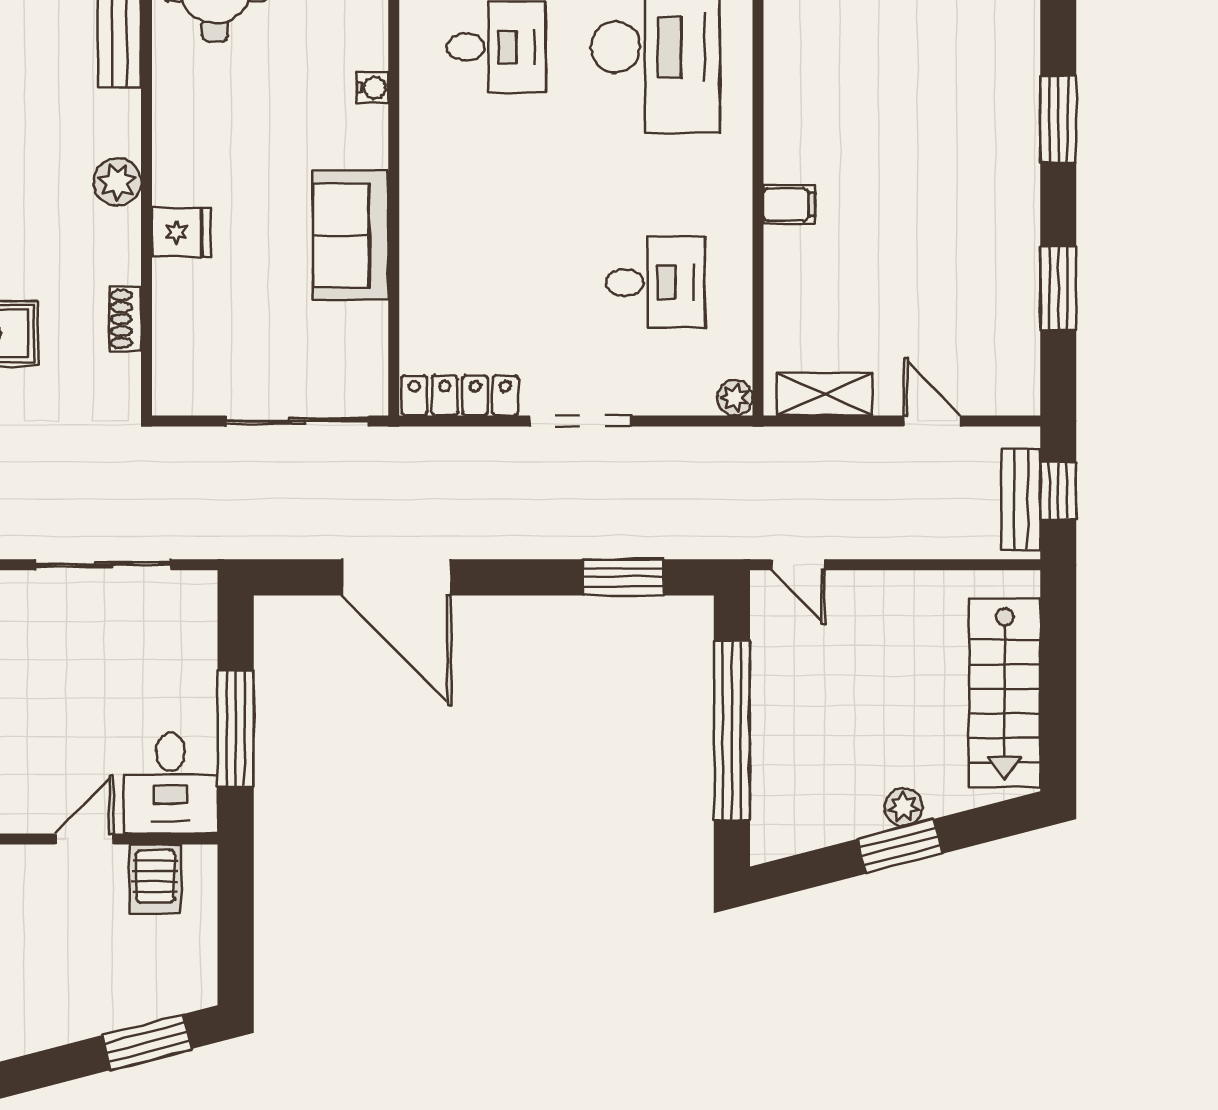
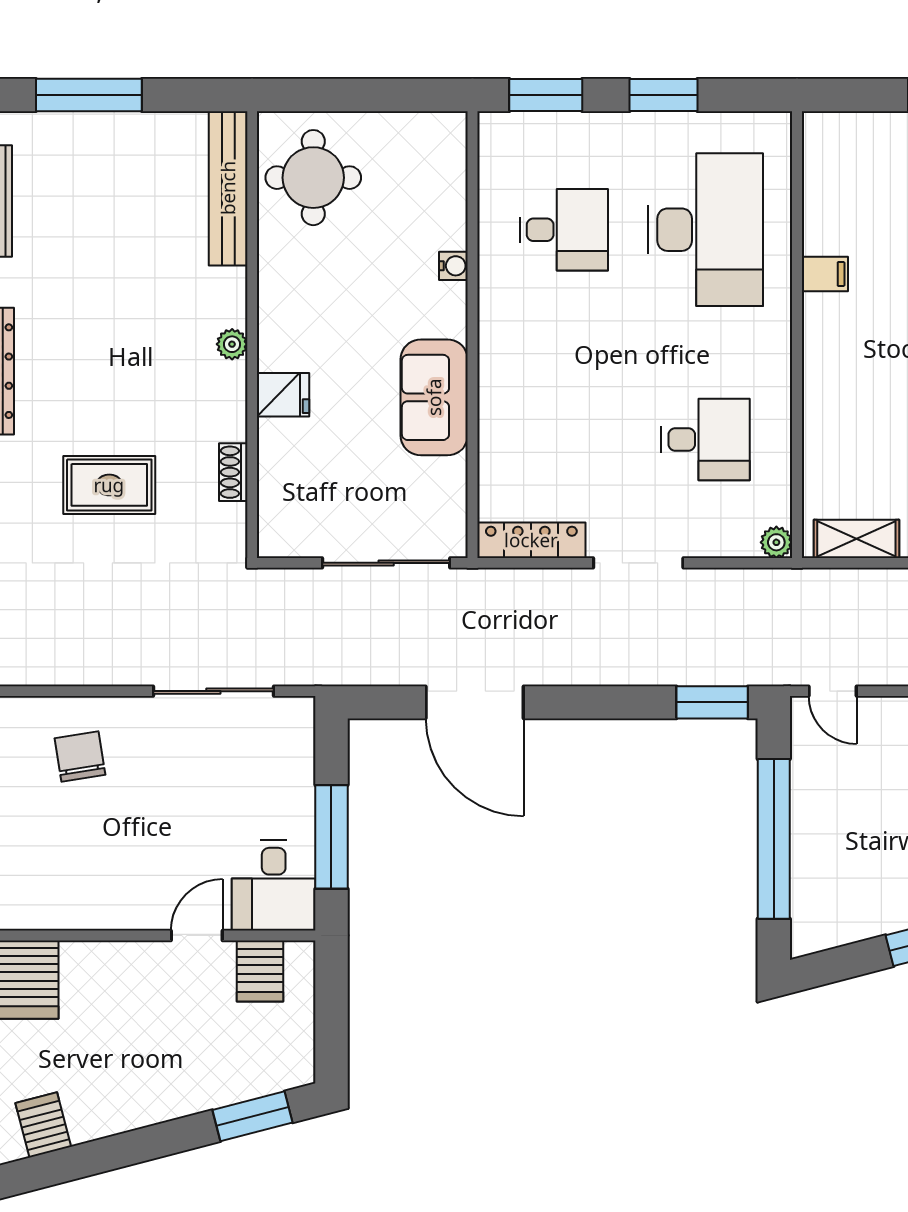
plant: (117, 182) -> (232, 344), width x0.73, depth x0.73
filing cabinet: (789, 204) -> (825, 274), moved
window: (623, 577) -> (712, 702), moved

